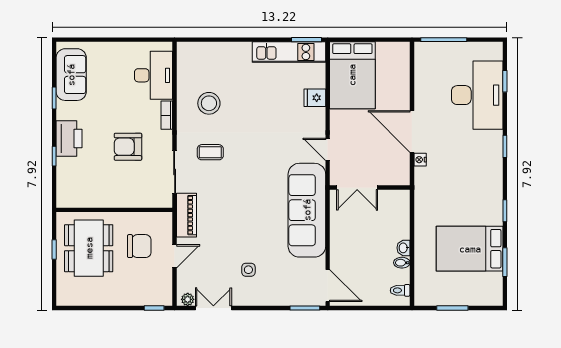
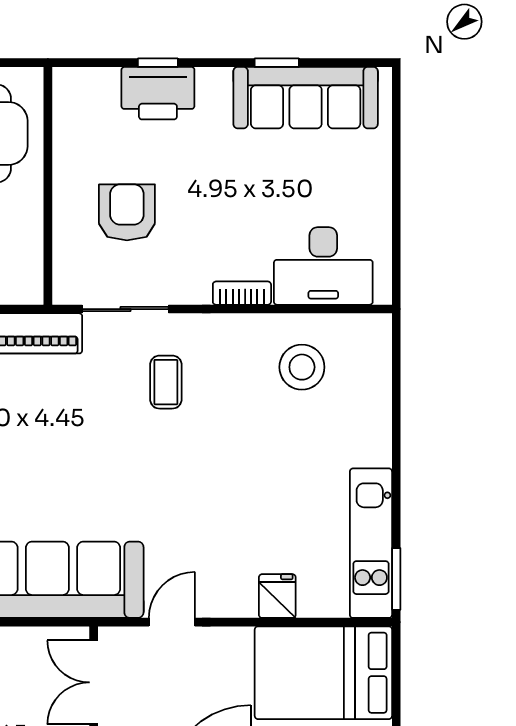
sofa: (71, 75) -> (306, 98), width x1.36
stool: (209, 103) -> (302, 367), moved
printer: (69, 138) -> (158, 93), moved
armchair: (128, 147) -> (127, 212), moved

